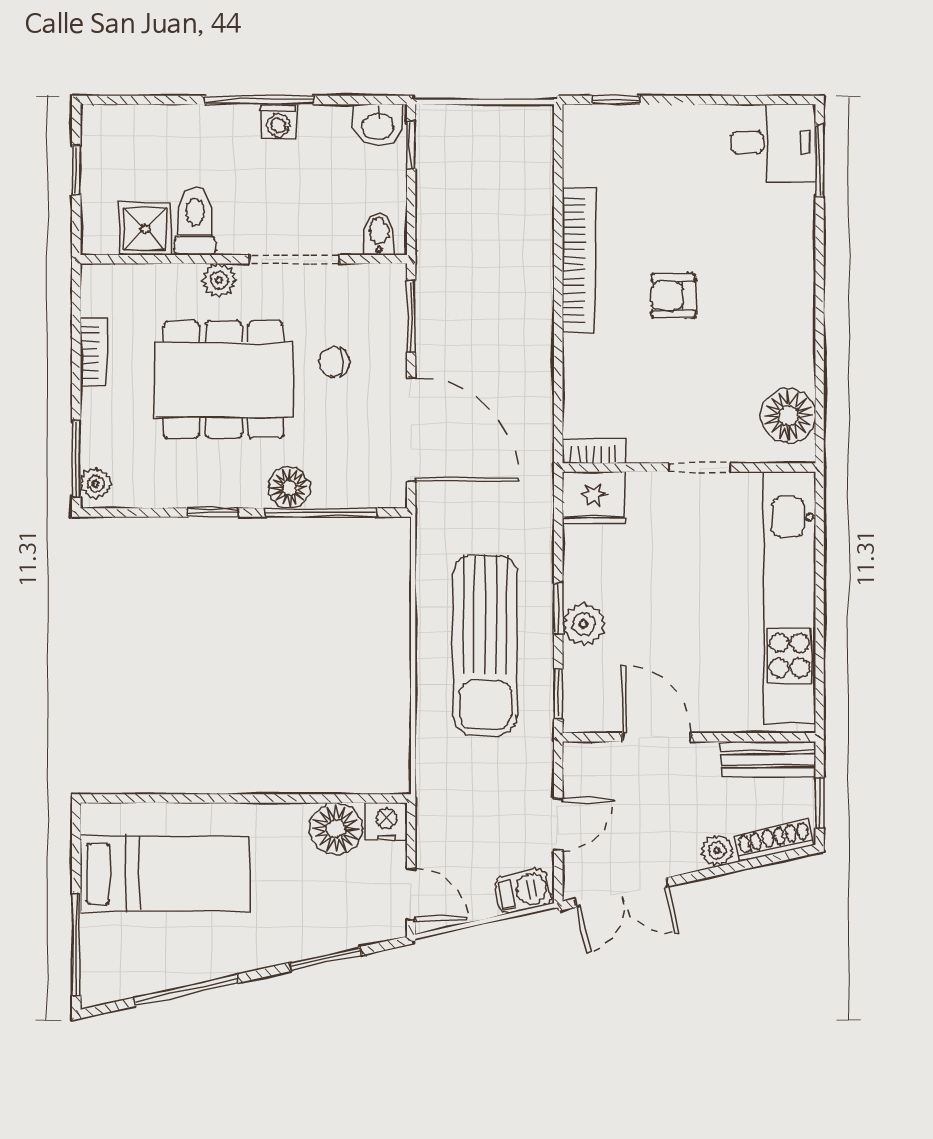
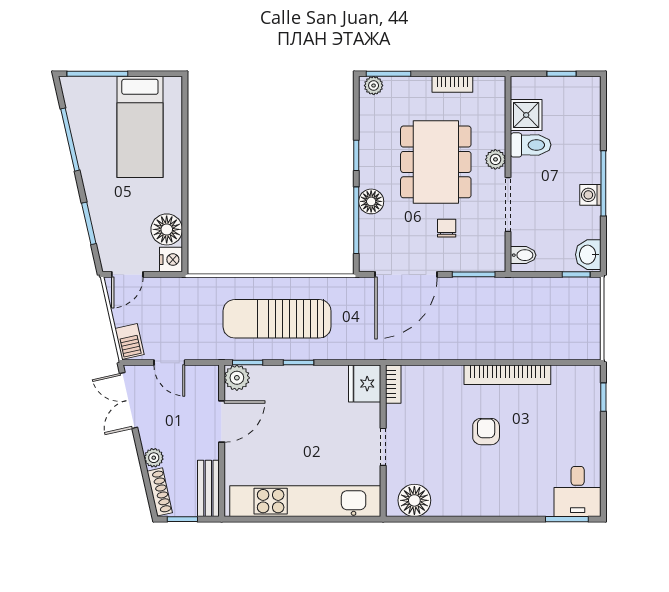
plant: (584, 624) -> (237, 378), moved

